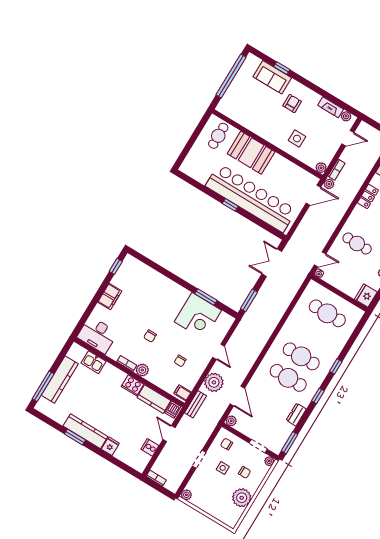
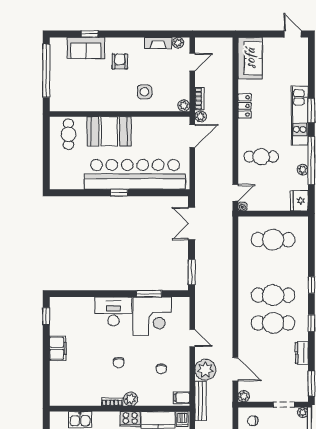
desk: (97, 335) -> (114, 312), moved, turned 180
bench: (195, 404) -> (201, 401), width x1.36

